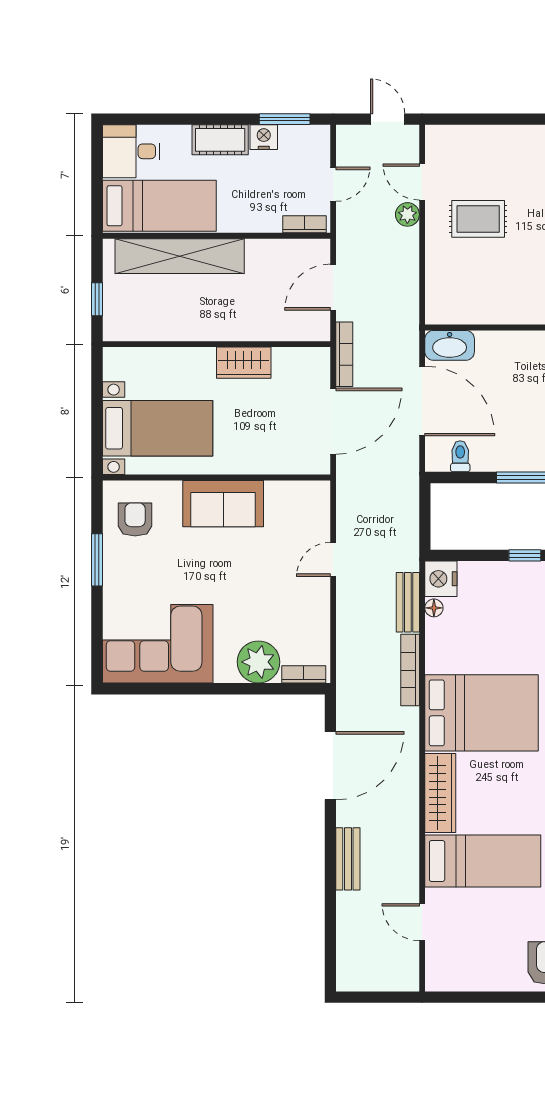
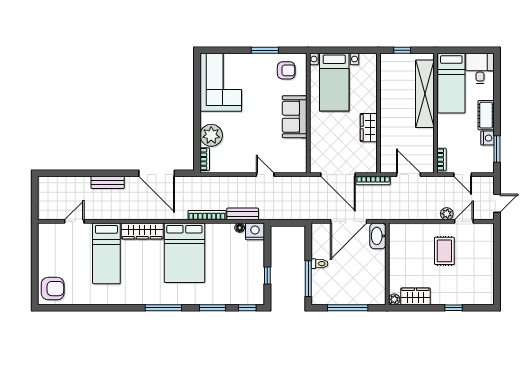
toilet: (460, 456) -> (319, 264), moved

